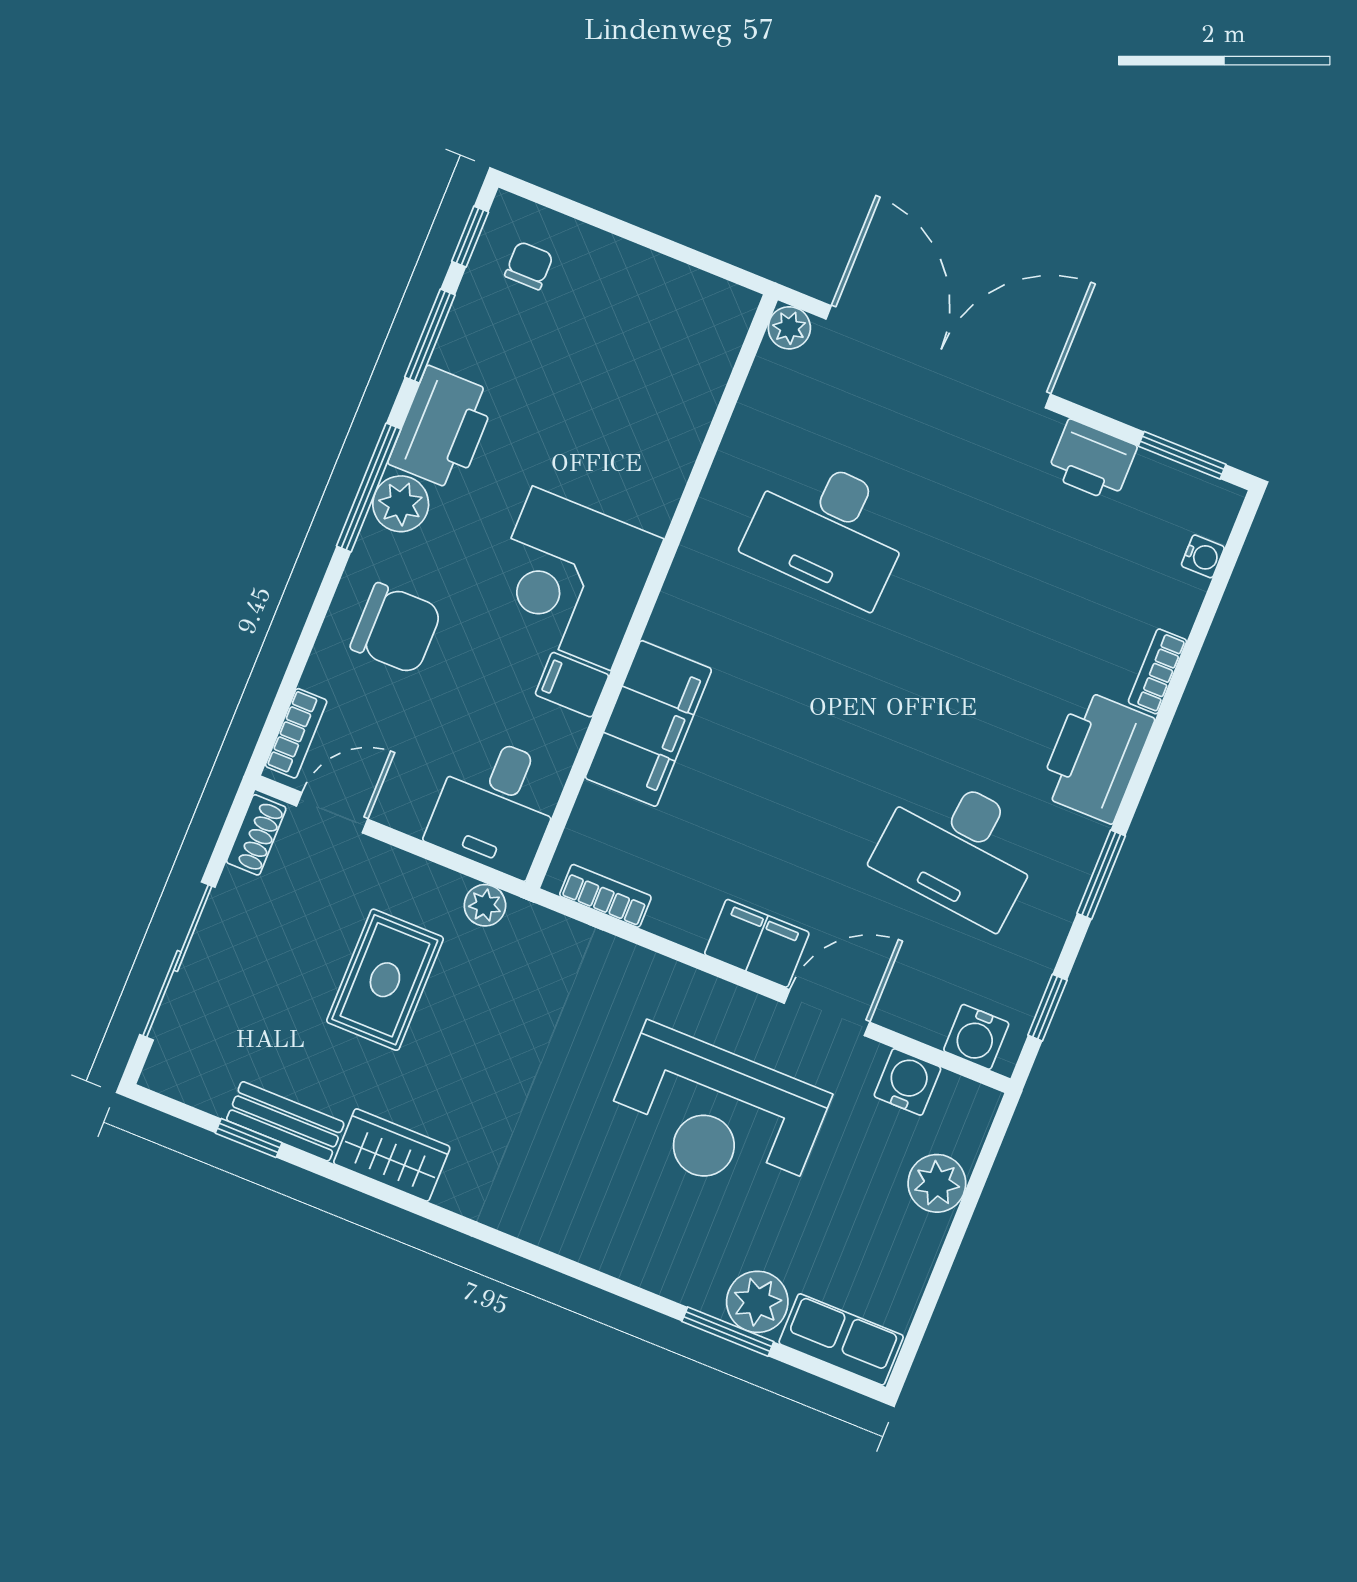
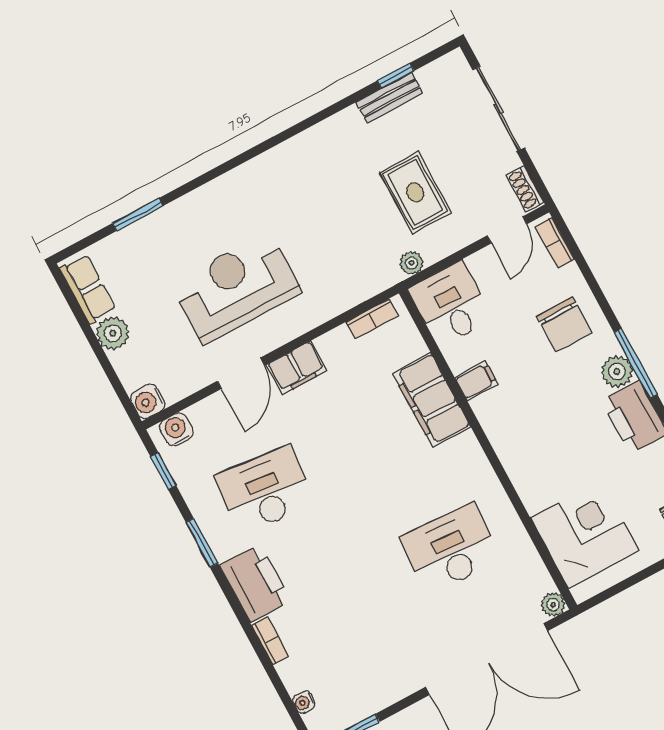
printer: (1092, 461) -> (386, 688), removed
corner desk: (572, 578) -> (585, 534), moved
chair: (396, 629) -> (564, 324), turned -90
water cooler: (907, 1082) -> (148, 401), moved, turned 90
wardrobe: (392, 1155) -> (336, 132), removed
plant: (937, 1183) -> (113, 333), moved
plant: (757, 1302) -> (140, 238), removed
row of seats: (841, 1339) -> (88, 289), moved, turned -90

